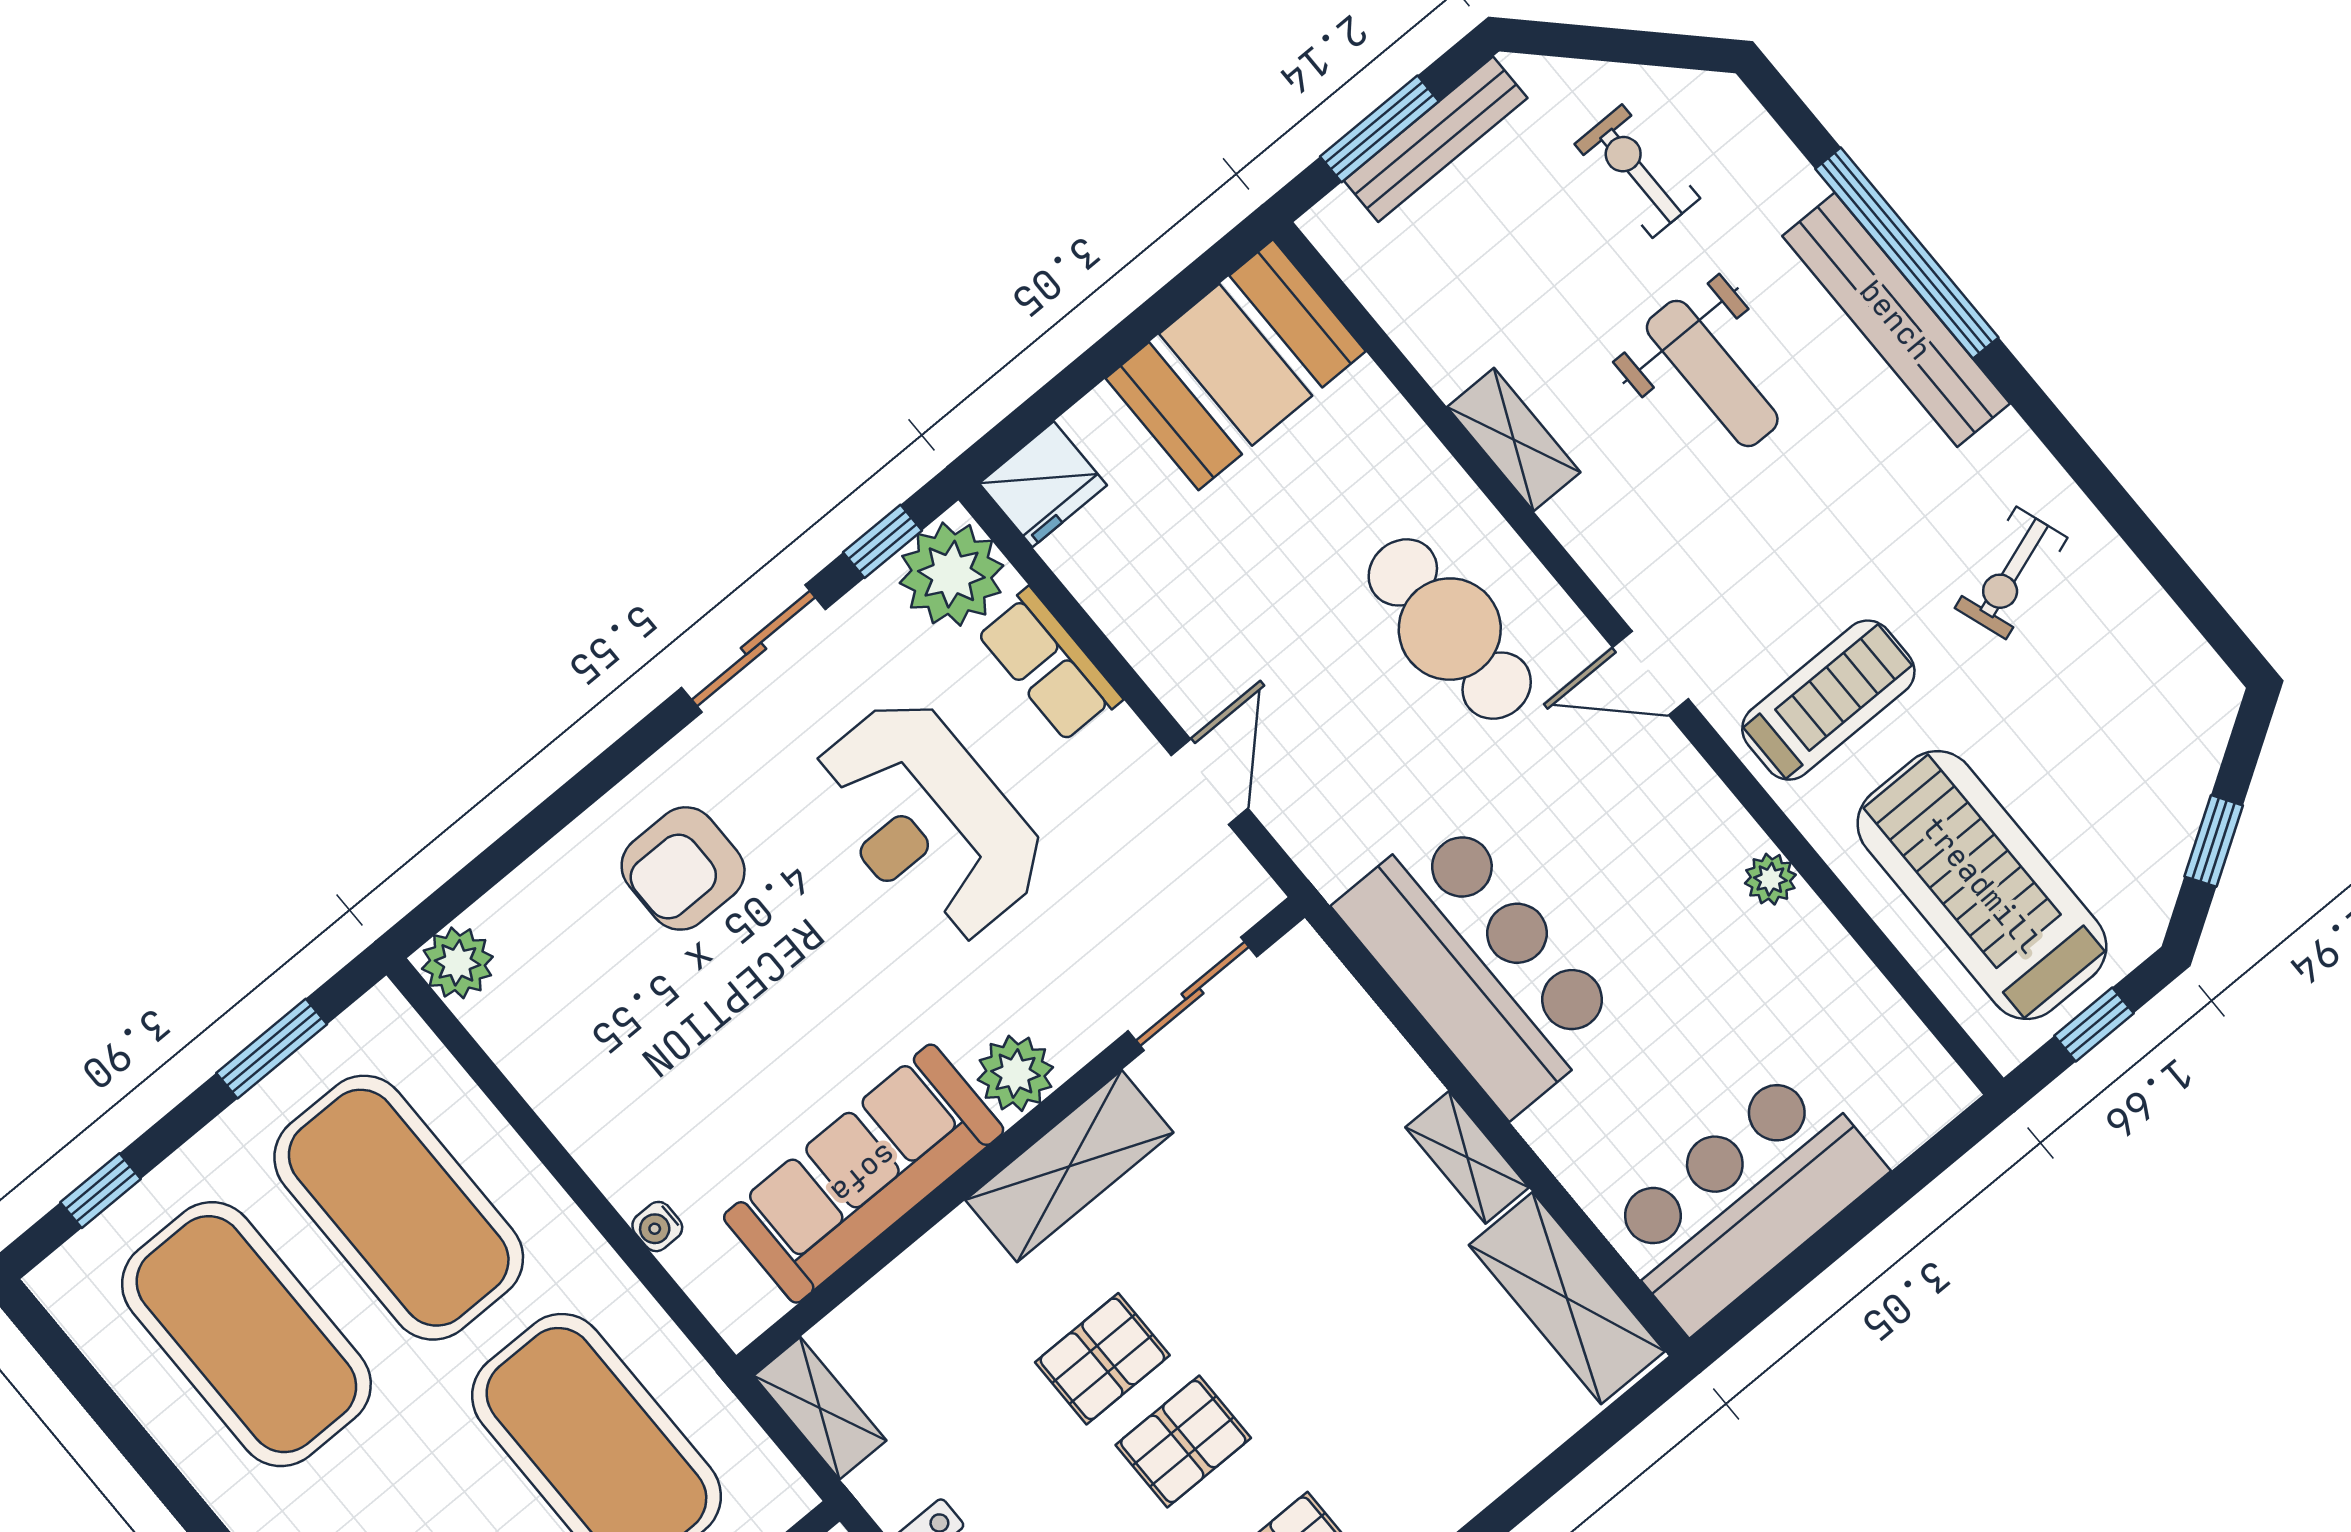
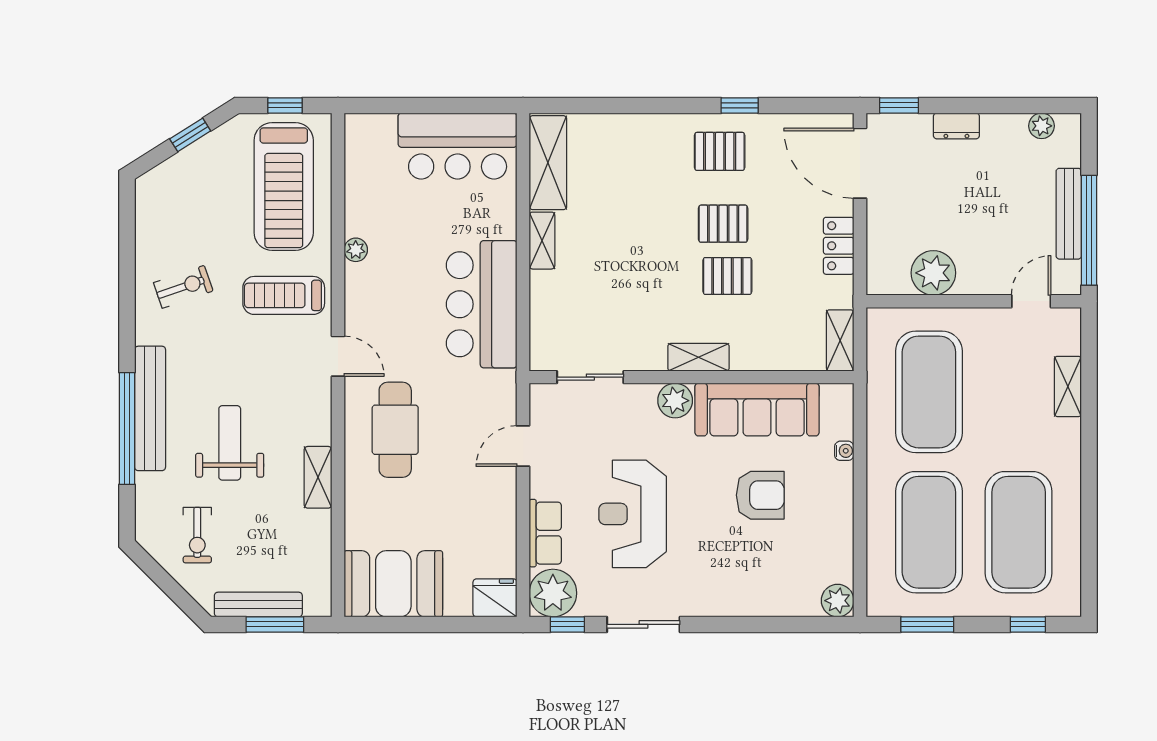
reception desk: (928, 821) -> (633, 514), turned 180
armchair: (683, 868) -> (760, 495), moved
shelving: (1069, 1166) -> (698, 357), width x0.67, depth x0.75

